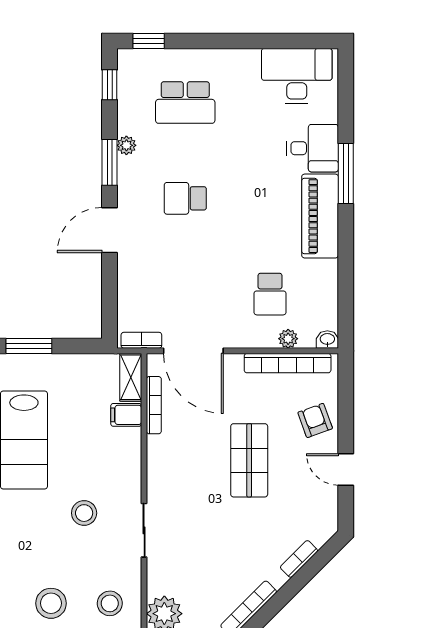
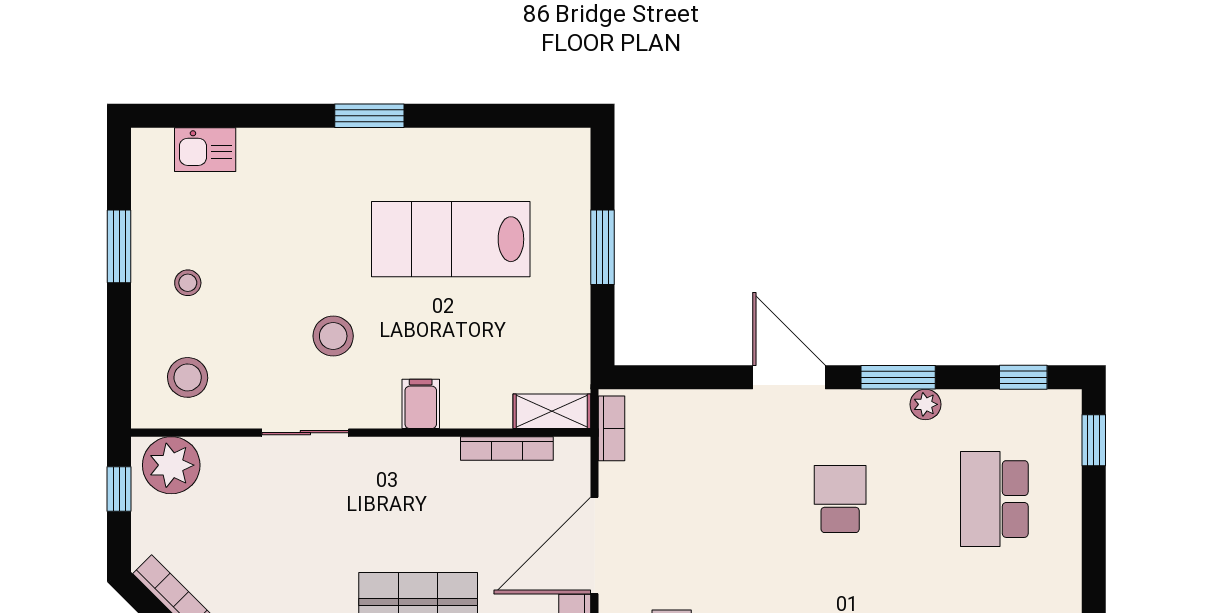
door: (193, 351) -> (594, 545), moved
filing cabinet: (126, 415) -> (421, 404), moved
stool: (51, 603) -> (188, 283), width x0.53, depth x0.53

